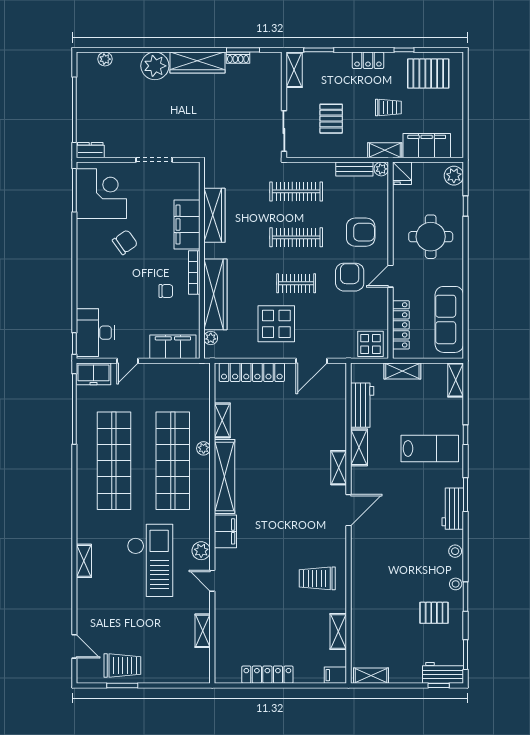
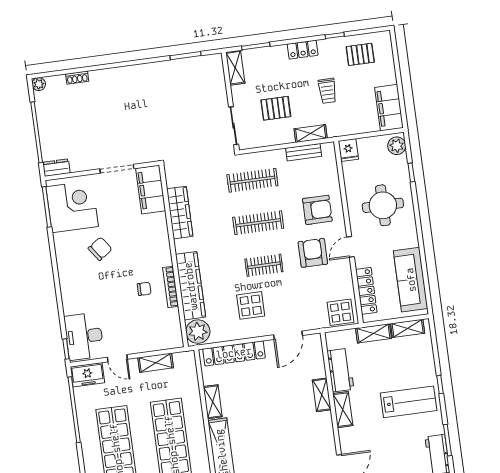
shoe rack: (238, 58) -> (77, 78), moved
plant: (105, 59) -> (39, 84), moved
wardrobe: (198, 63) -> (145, 73), removed
plant: (155, 66) -> (106, 82), removed
pallet: (428, 74) -> (360, 54), width x0.67, depth x0.71
trolley: (388, 107) -> (327, 91), turned 90
pallet: (331, 119) -> (276, 108), turned 90
filing cabinet: (427, 146) -> (389, 108), moved, turned -90
shelving: (385, 150) -> (311, 133), moved
plant: (381, 169) -> (329, 149), removed
filing cabinet: (187, 224) -> (151, 190), moved
bookcase: (194, 272) -> (171, 287), moved
display table: (276, 324) -> (251, 305), width x0.73, depth x0.73
plant: (211, 338) -> (198, 332), width x1.88, depth x1.88
filing cabinet: (173, 347) -> (158, 340), removed
door: (128, 361) -> (117, 358), hinge flipped
shelving: (167, 371) -> (156, 363), added
shelving: (456, 380) -> (408, 328), moved, turned 90
plant: (203, 448) -> (199, 430), removed
shelving: (339, 468) -> (322, 395), moved

